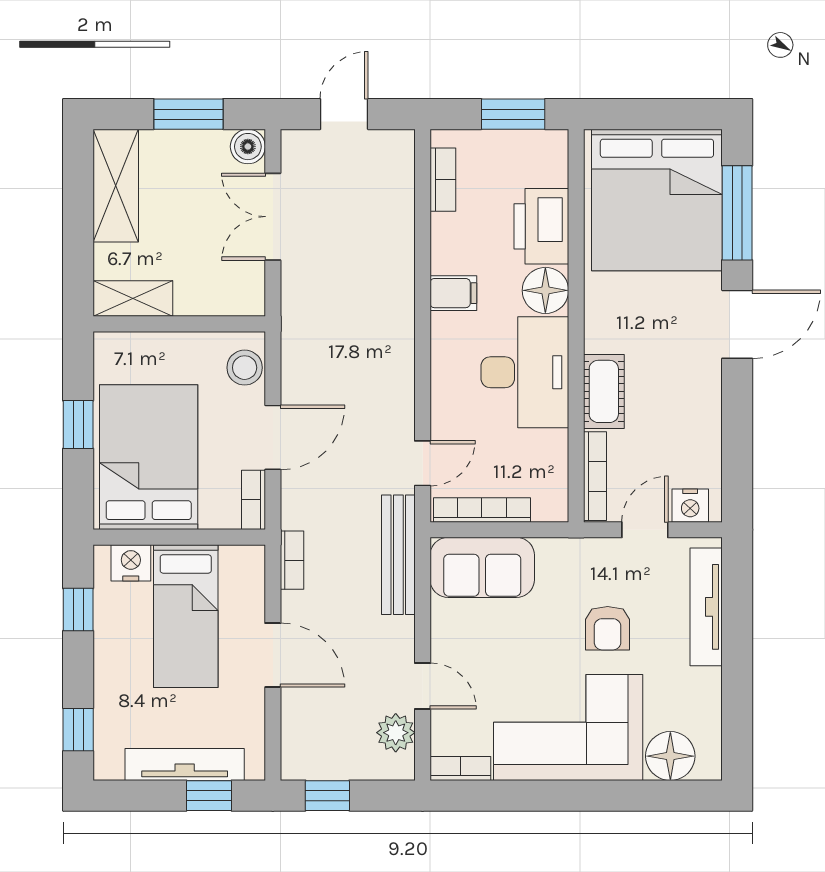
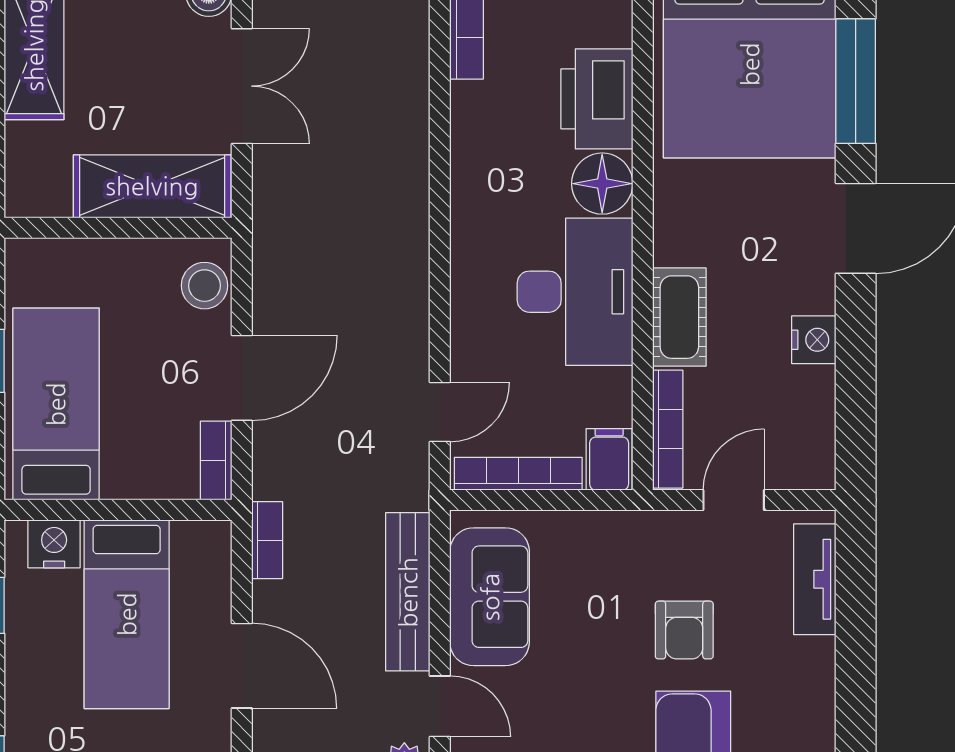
double door: (273, 217) -> (242, 86), swing flipped
filing cabinet: (453, 293) -> (609, 459), moved, turned -90
shelving: (133, 298) -> (152, 186), moved, width x1.50, depth x1.33
bed: (149, 457) -> (56, 404), width x0.67
nightstand: (690, 506) -> (814, 340), moved, turned -90
bench: (398, 555) -> (408, 592), moved
sofa: (482, 567) -> (490, 597), moved, turned -90
tv unit: (706, 607) -> (815, 579), width x0.71

